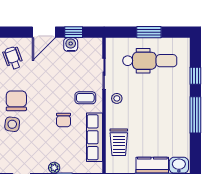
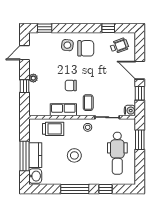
window: (149, 32) -> (140, 140), moved
water cooler: (71, 45) -> (130, 111), moved
stool: (153, 115) -> (74, 155), added
row of seats: (95, 137) -> (63, 110), width x0.68
trolley: (119, 142) -> (53, 129), turned 180

